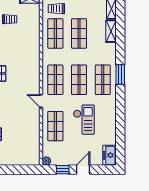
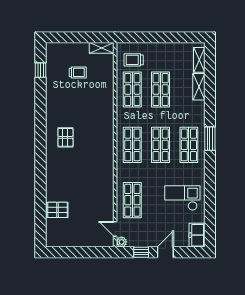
door: (41, 101) -> (115, 229), moved
checkout: (84, 120) -> (182, 198), moved, turned -90

